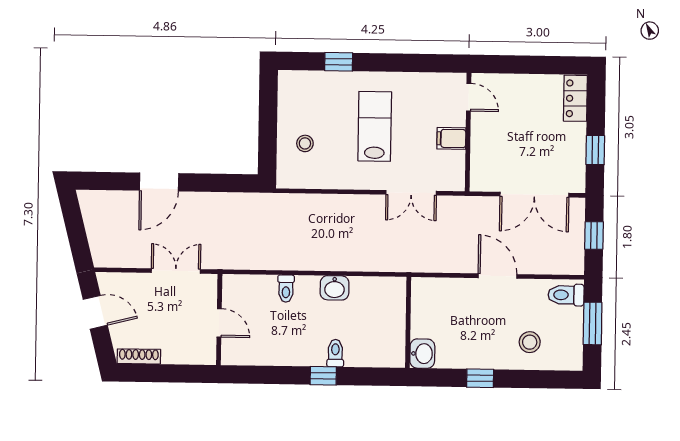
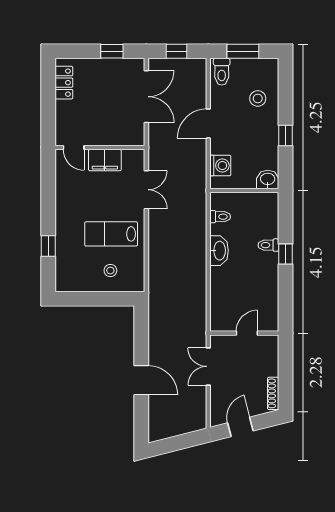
door: (469, 97) -> (74, 147), swing flipped
locker: (575, 98) -> (64, 83), moved, turned -90
lab bench: (375, 126) -> (111, 234), moved
filing cabinet: (451, 138) -> (105, 160), width x2.00
washbasin: (335, 288) -> (219, 251), width x1.38
toilet: (286, 289) -> (220, 217), moved
washing machine: (442, 291) -> (220, 166), added

